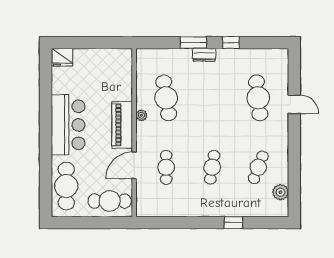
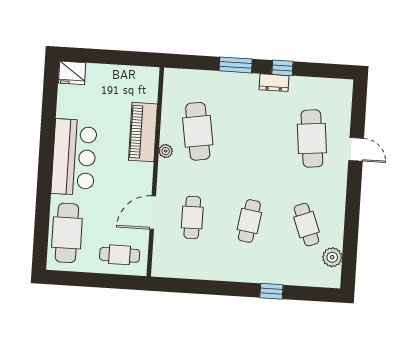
dresser: (204, 55) -> (274, 83), moved
piano: (122, 125) -> (143, 132), moved
cafe table: (258, 167) -> (306, 225), turned -42
cafe table: (110, 201) -> (120, 255), width x0.73, depth x0.74

